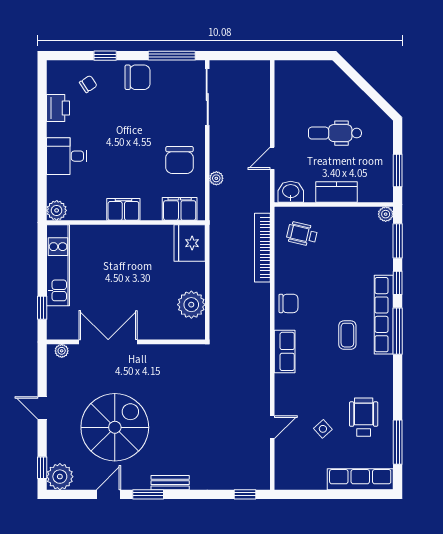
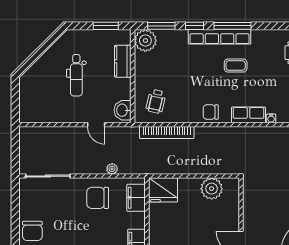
window: (172, 56) -> (15, 204), removed
chair: (138, 77) -> (32, 231), turned 180
chair: (179, 160) -> (98, 198), turned 180
kitchen counter: (337, 192) -> (123, 61), moved
plant: (386, 214) -> (145, 40), width x1.88, depth x1.88
chair: (288, 303) -> (211, 112), turned -90
water cooler: (280, 380) -> (271, 118), added

